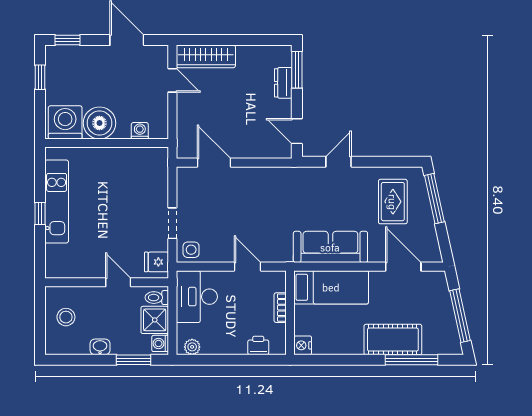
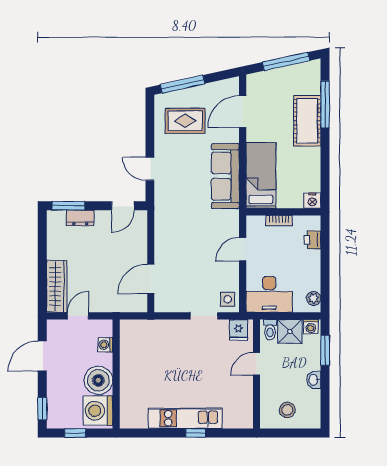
washing machine: (65, 122) -> (98, 411), moved
boiler: (99, 123) -> (98, 380), moved
washing machine: (140, 131) -> (105, 345), moved
wall: (107, 143) -> (116, 374), moved

